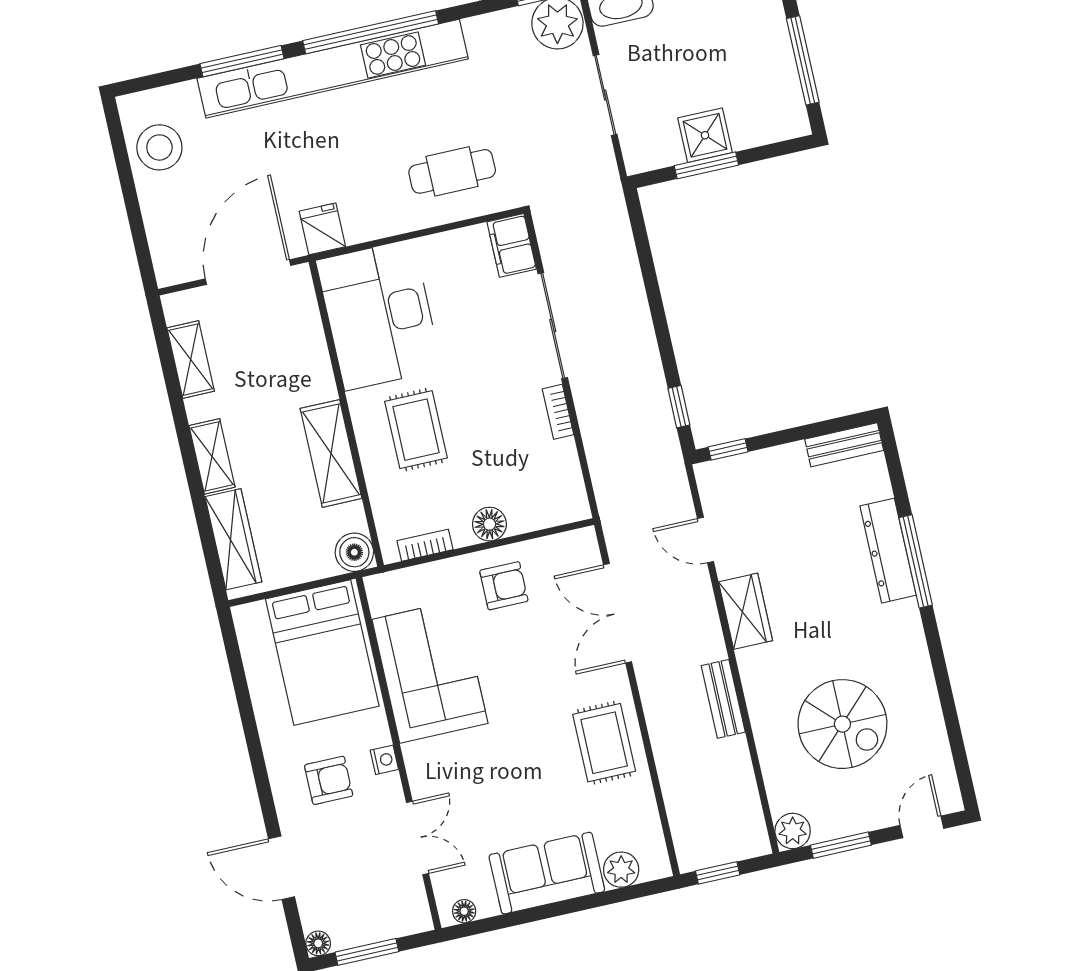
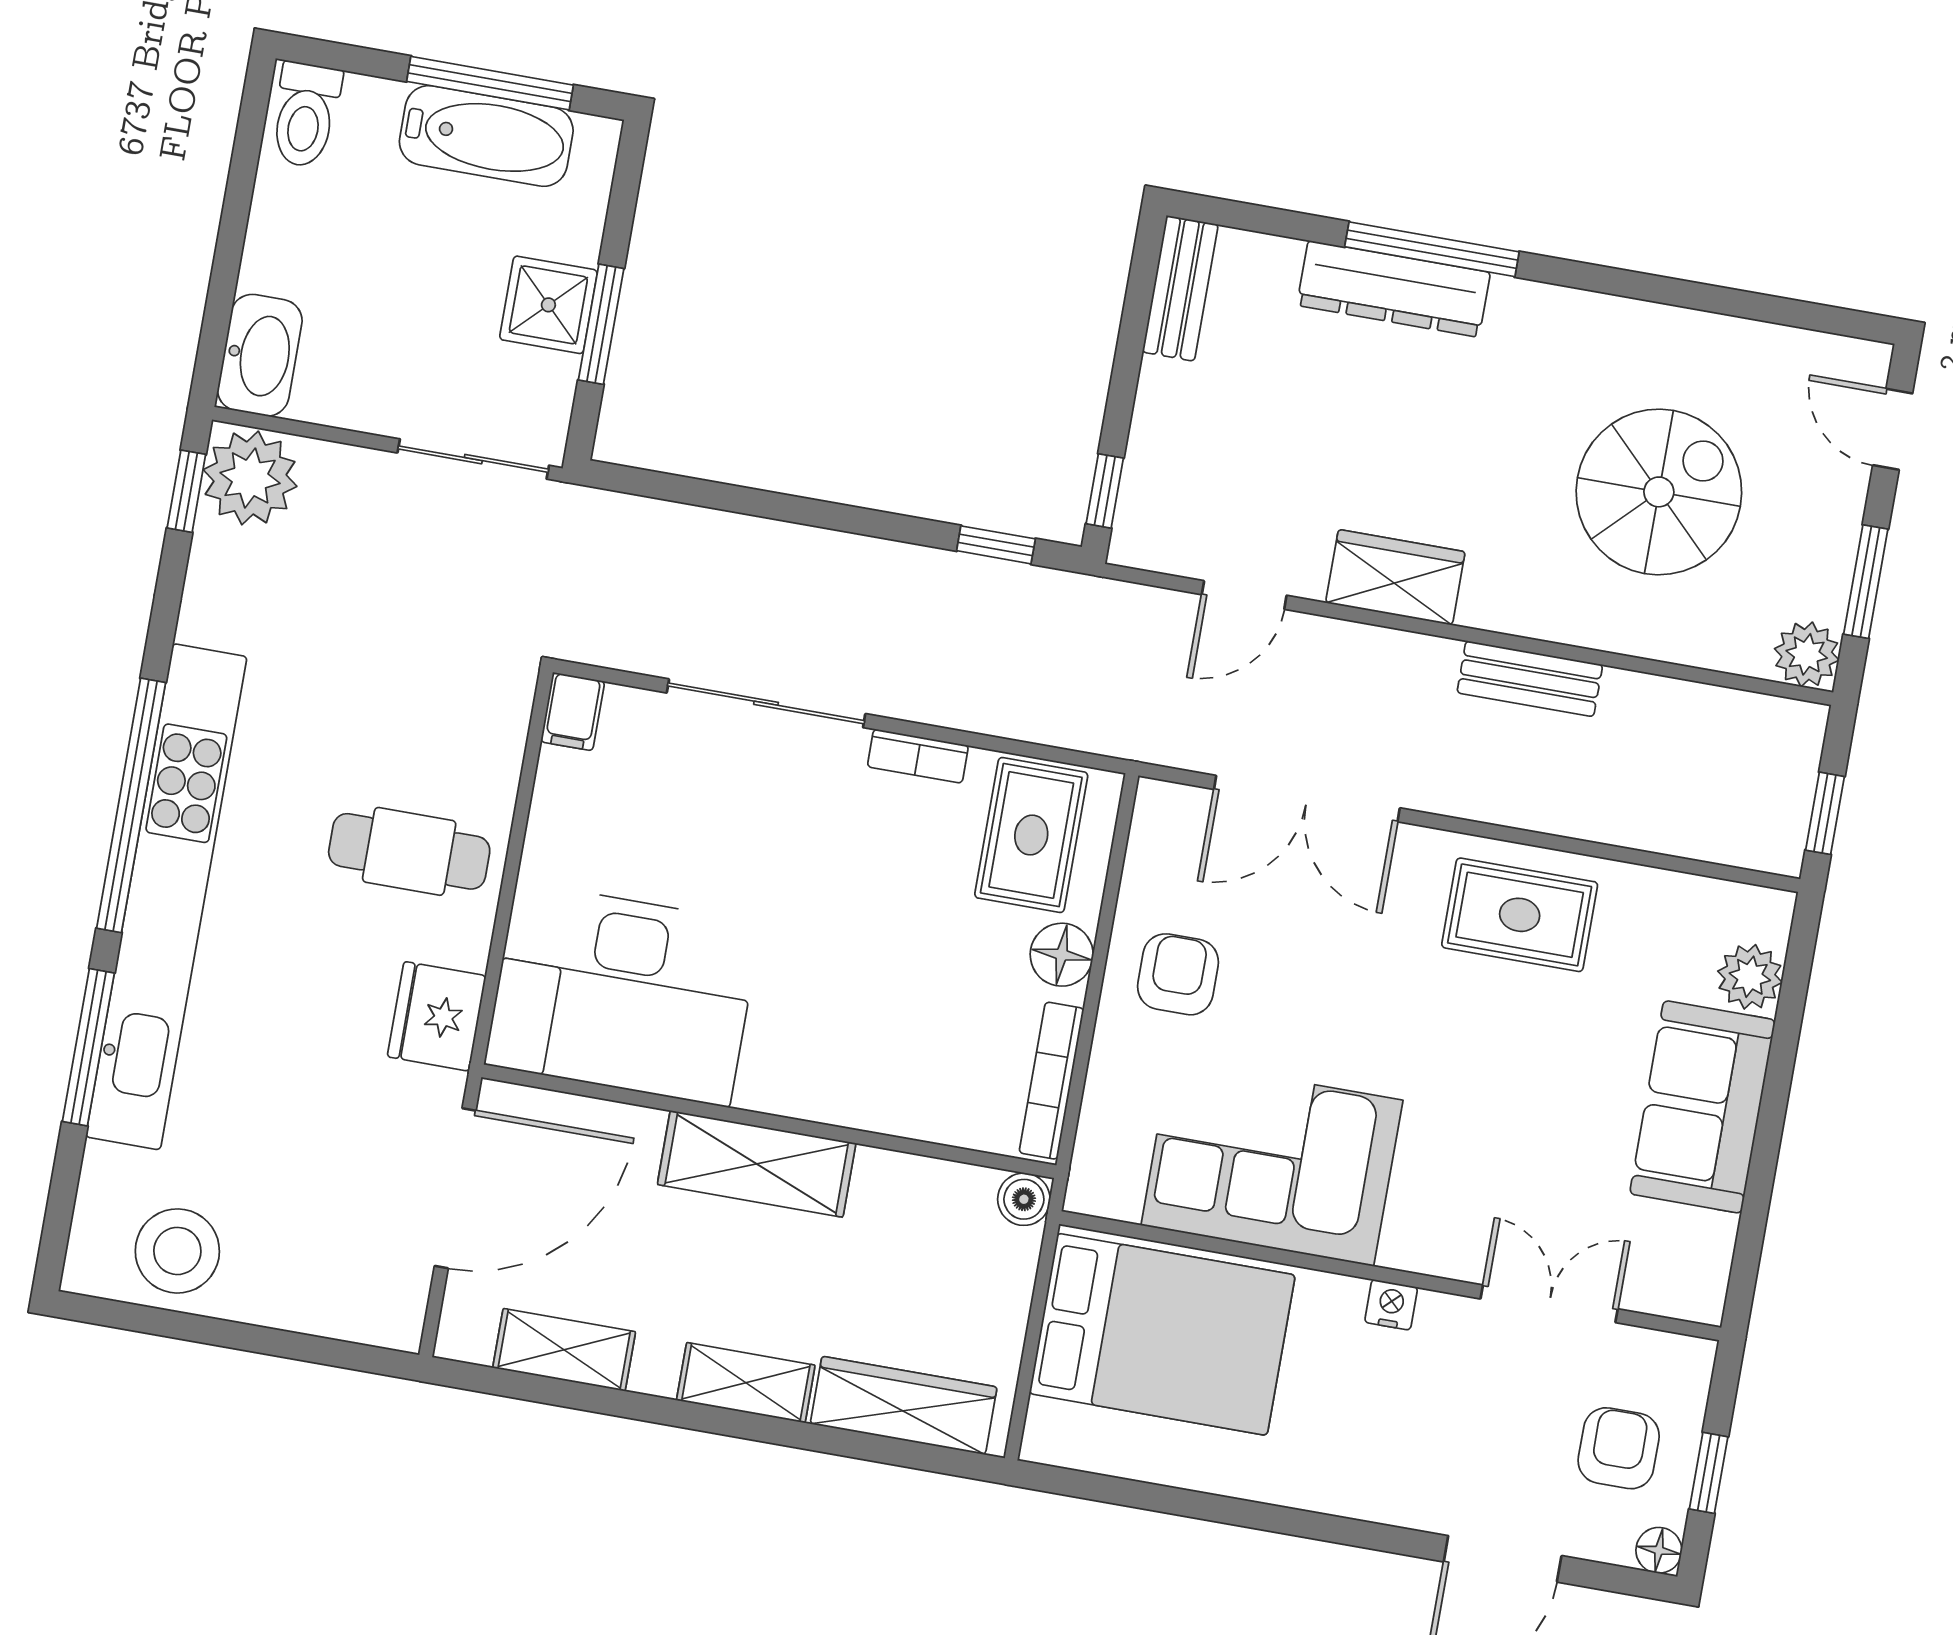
bathtub: (776, 69) -> (486, 136), added
sliding door: (605, 95) -> (473, 459), moved
cafe table: (452, 171) -> (409, 851), moved, turned 90
fridge: (322, 229) -> (437, 1016), width x1.38
filing cabinet: (512, 245) -> (573, 712), width x0.50
door: (248, 272) -> (455, 1188), swing flipped
rug: (416, 430) -> (1031, 835), moved, turned 90
shelving: (331, 453) -> (757, 1164), moved
bookcase: (425, 545) -> (1051, 1081), width x1.56
boiler: (354, 552) -> (1024, 1199), width x0.73, depth x0.73
armchair: (329, 780) -> (1619, 1448), moved
floor lamp: (464, 911) -> (1708, 1276), removed
window: (367, 952) -> (1709, 1473), width x0.67

